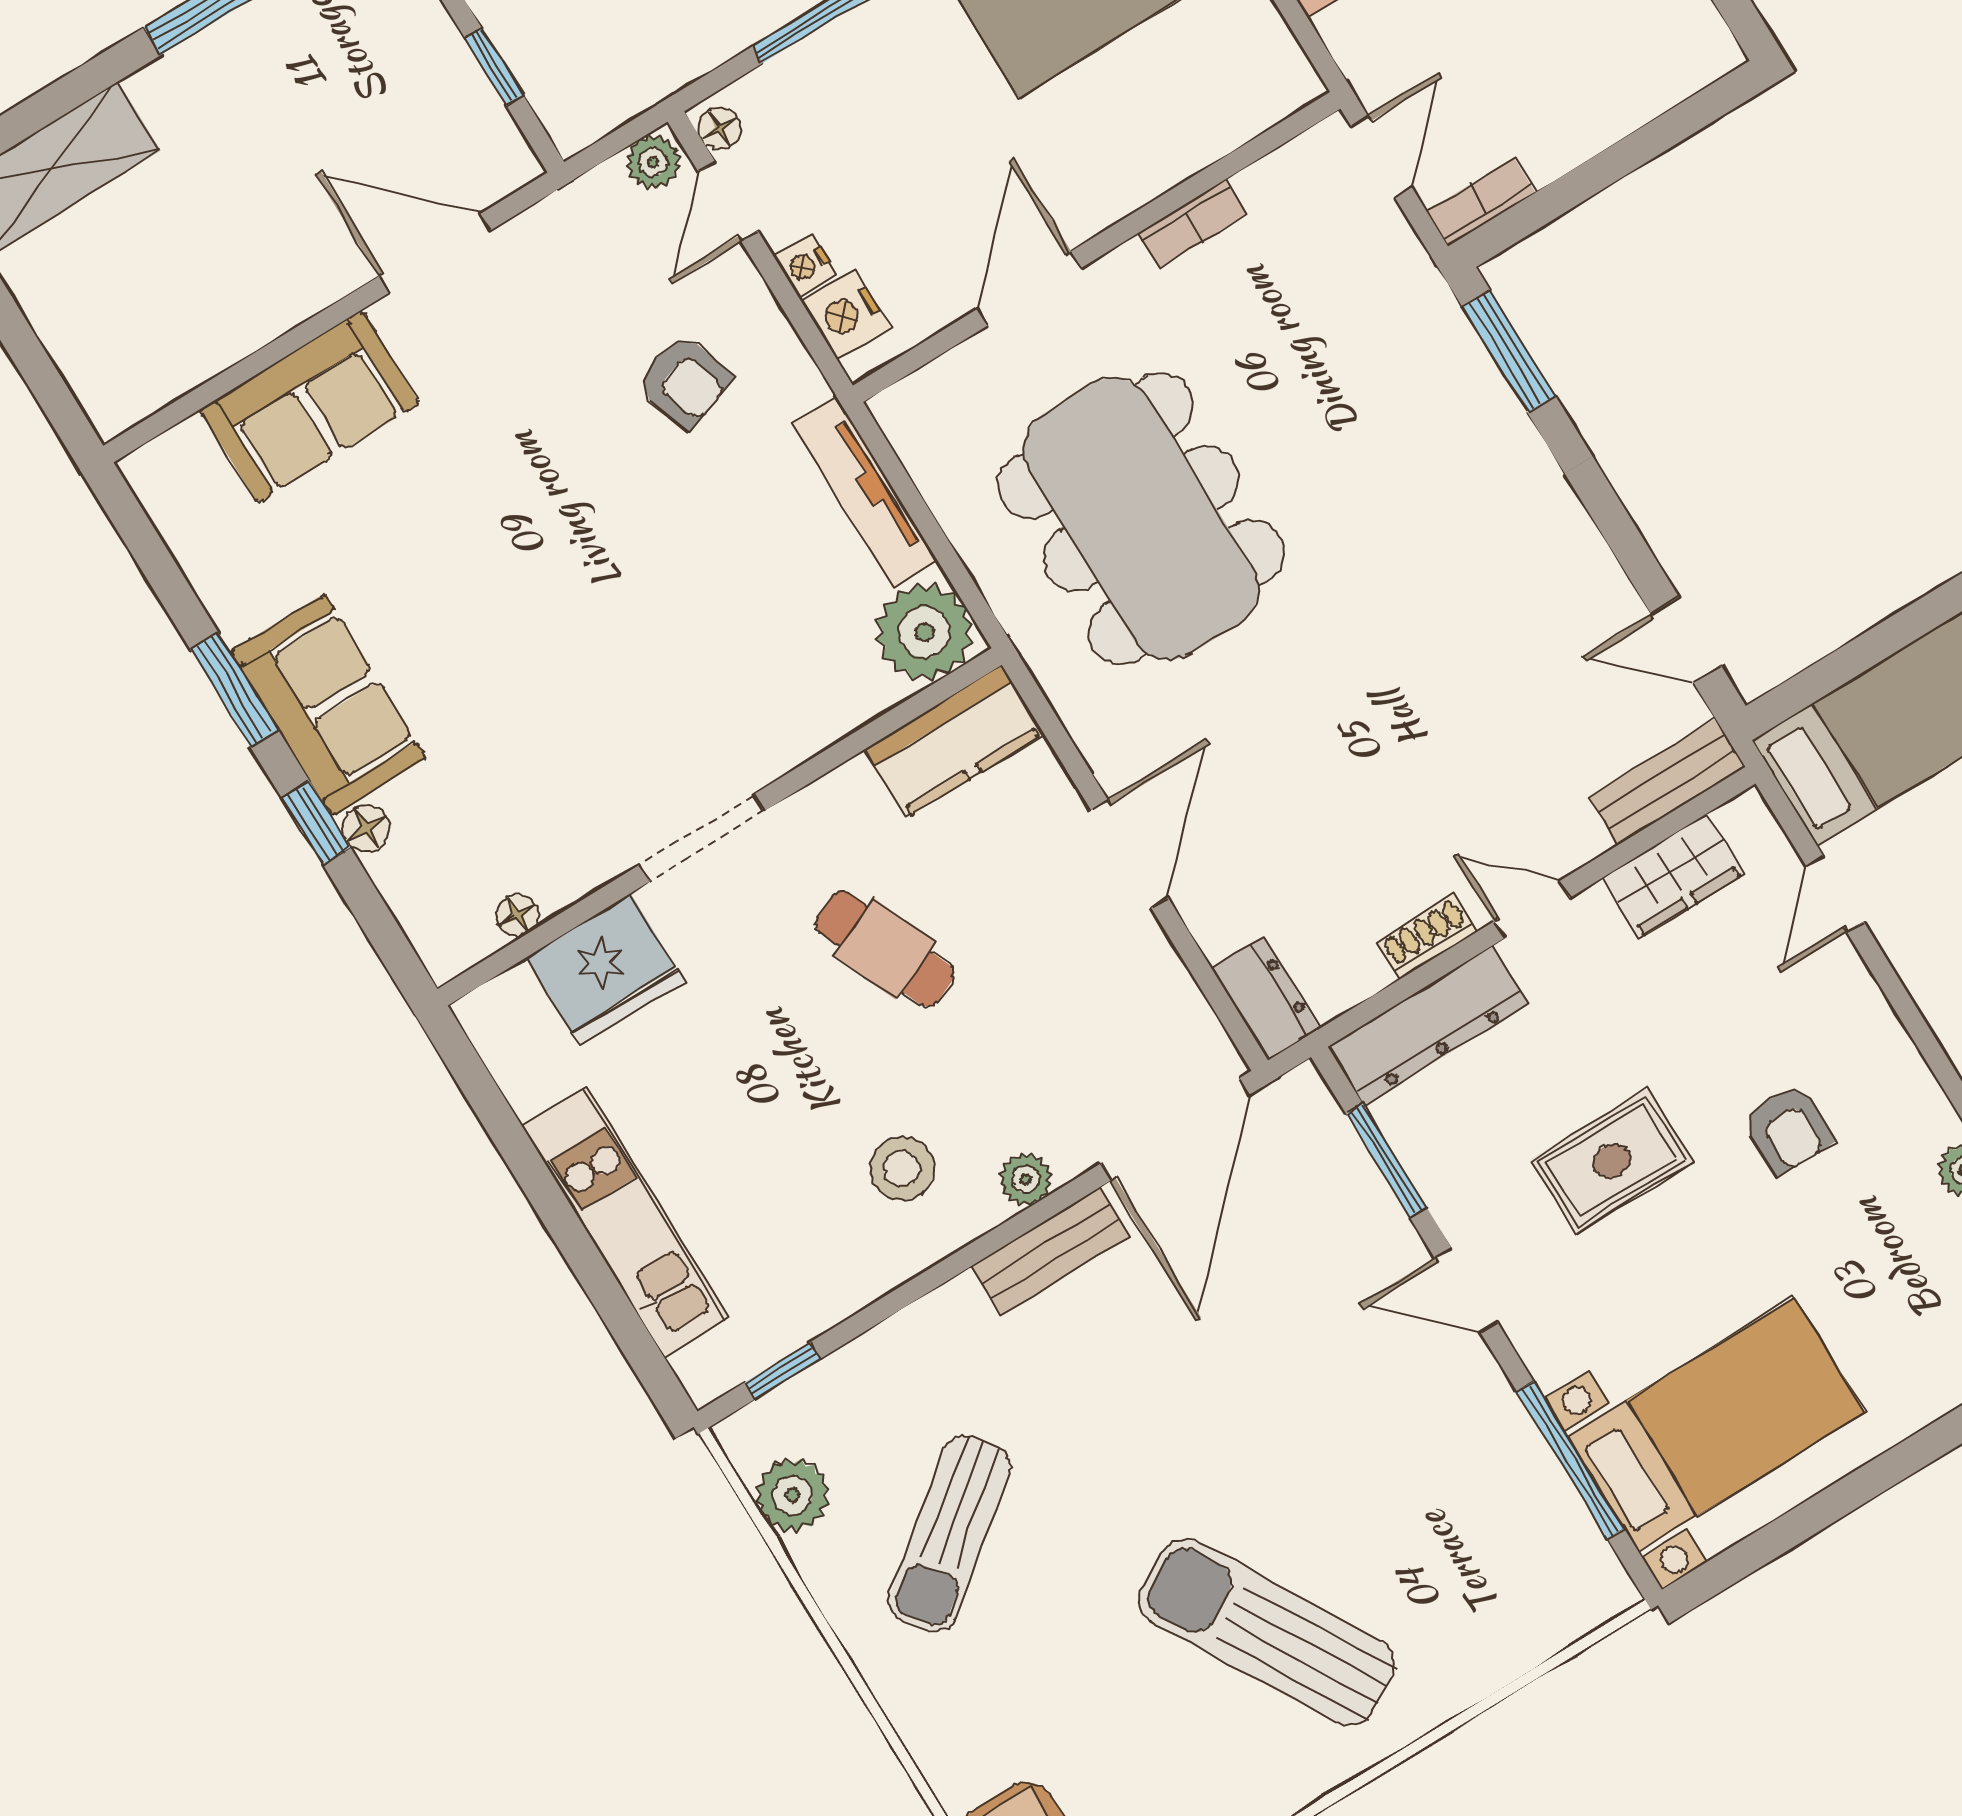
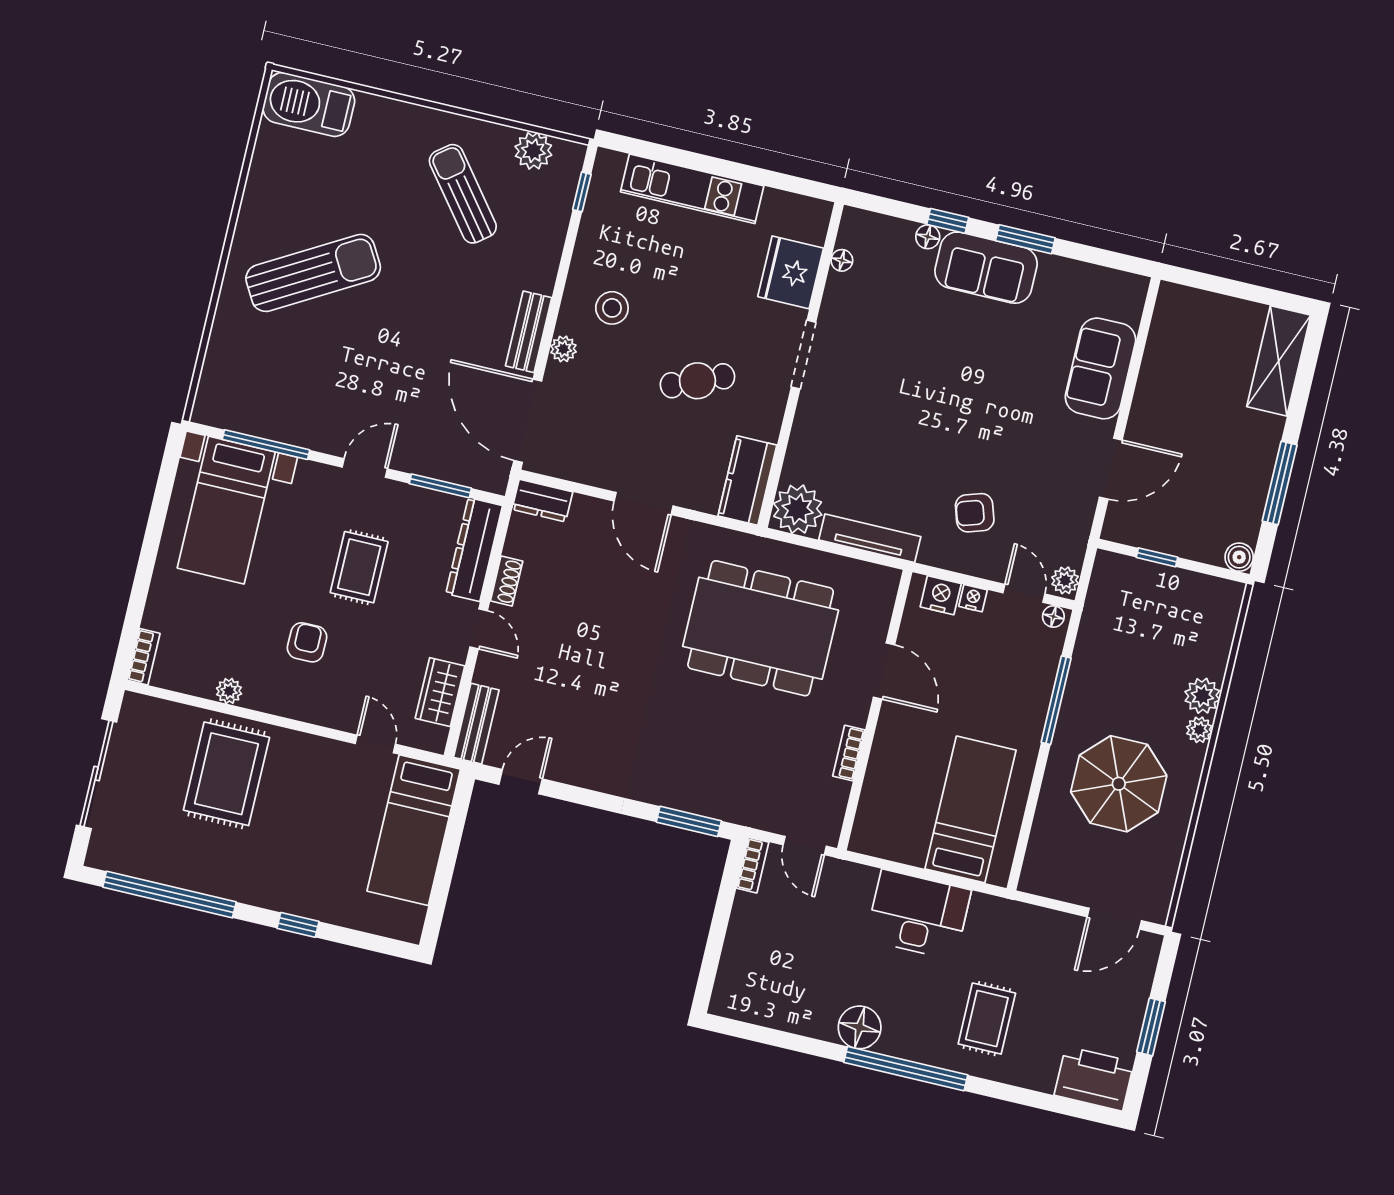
door: (1532, 910) -> (479, 629), hinge flipped
armchair: (1788, 1129) -> (307, 642), turned 90

